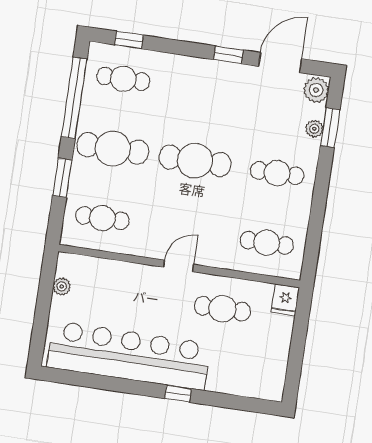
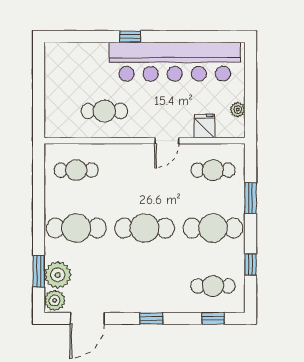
window: (228, 55) -> (151, 318), moved
window: (74, 98) -> (250, 265), width x0.32
plant: (314, 129) -> (58, 275), width x1.87, depth x1.87
cafe table: (277, 173) -> (76, 228), width x1.37, depth x1.35
door: (179, 266) -> (167, 141), moved
fridge: (285, 300) -> (205, 126), moved

